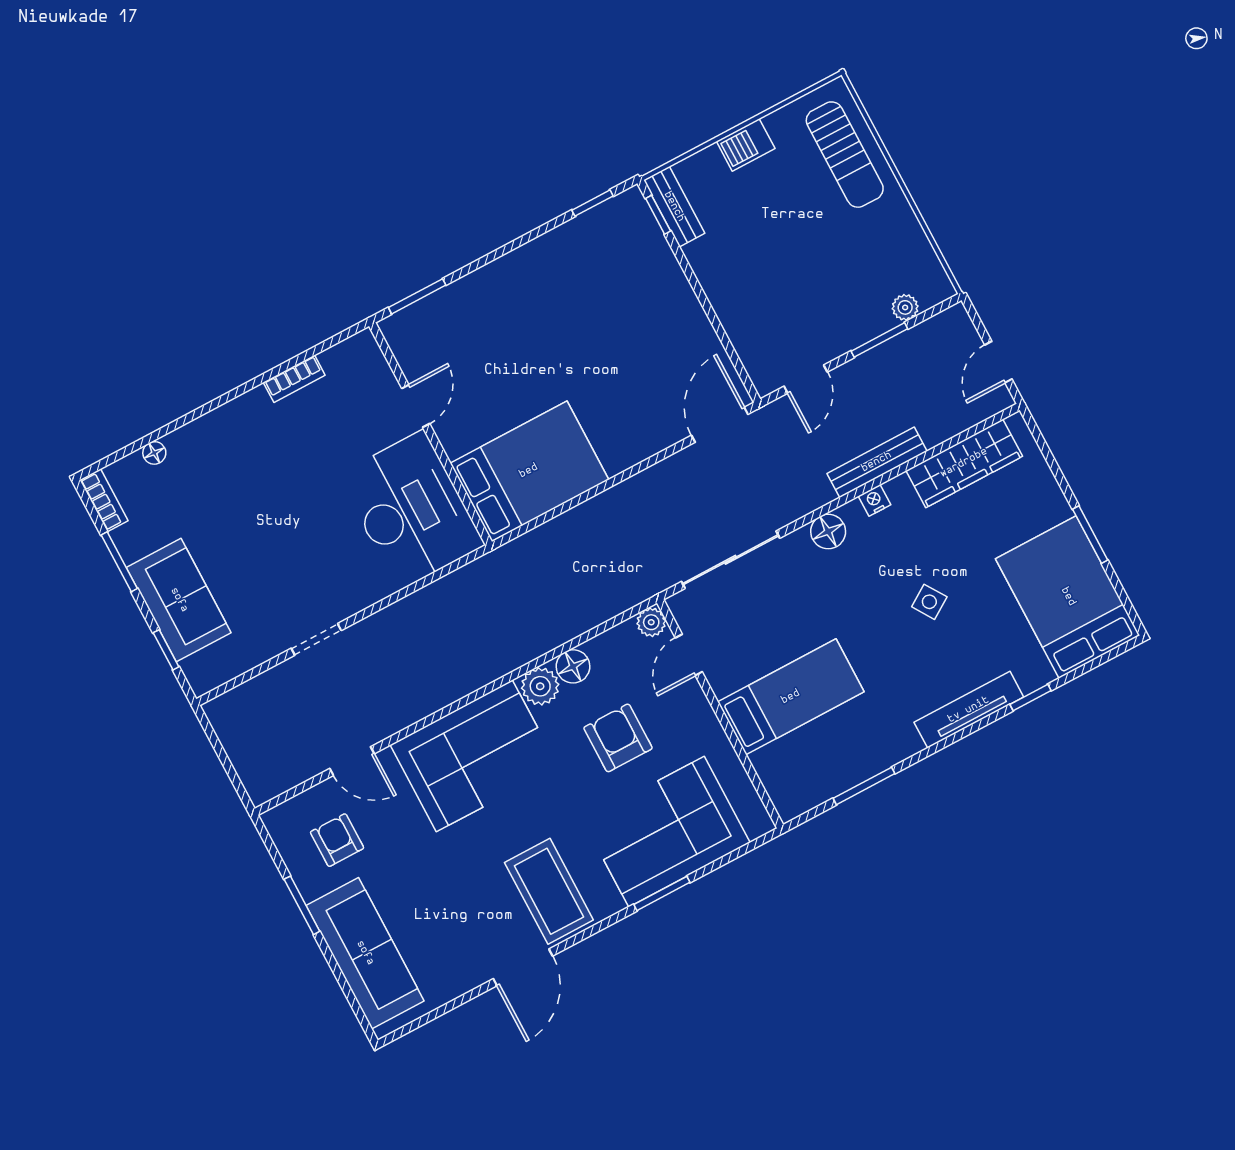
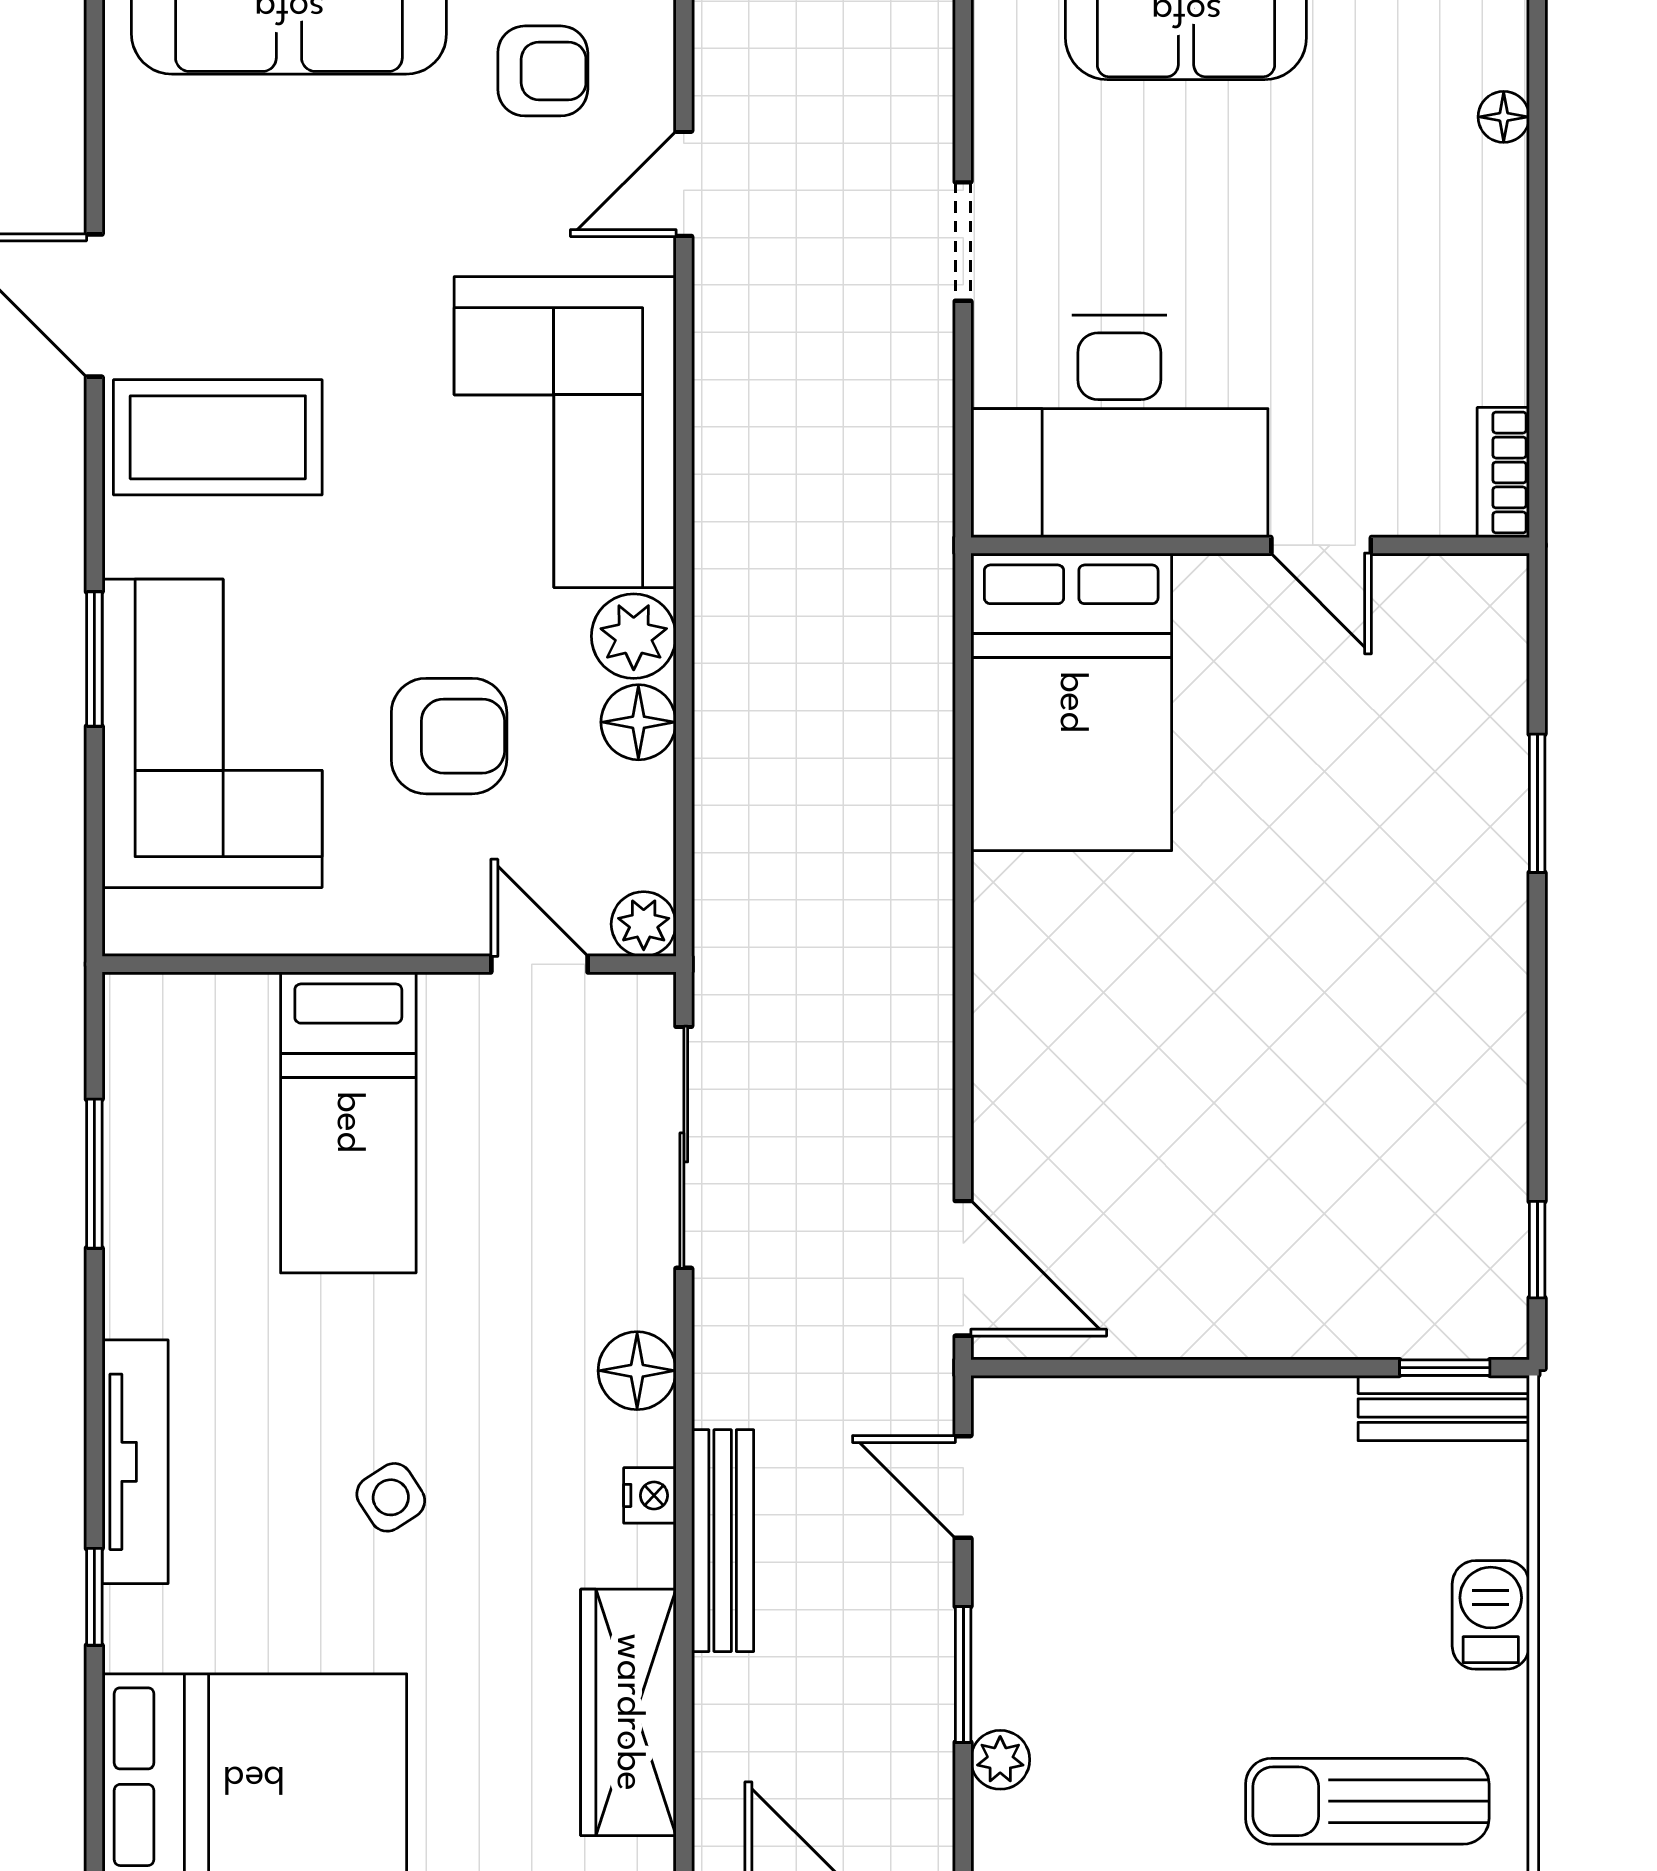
door: (416, 406) -> (1321, 545), moved
wall: (431, 434) -> (1250, 545), moved
bed: (529, 471) -> (1071, 702), moved
desk: (411, 510) -> (1119, 426), moved

